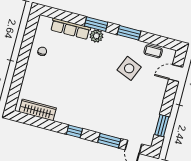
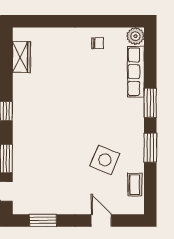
plant: (96, 36) -> (135, 36), moved
door: (176, 73) -> (101, 220), moved
wardrobe: (38, 110) -> (21, 57), width x0.67

